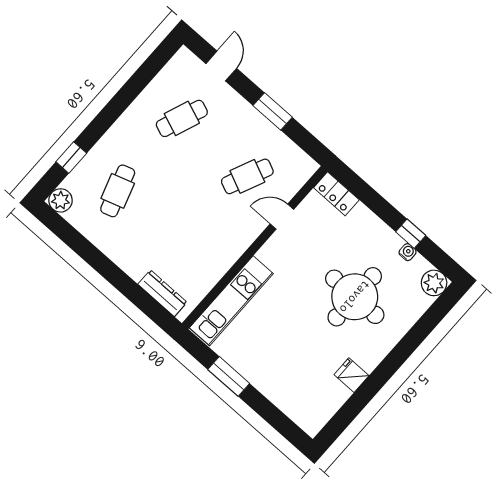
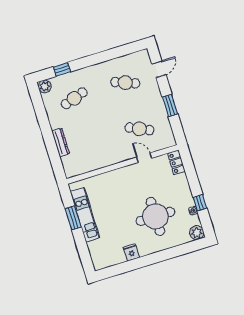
dresser: (162, 293) -> (61, 142), moved
kitchen unit: (231, 301) -> (85, 215), moved, turned -90

